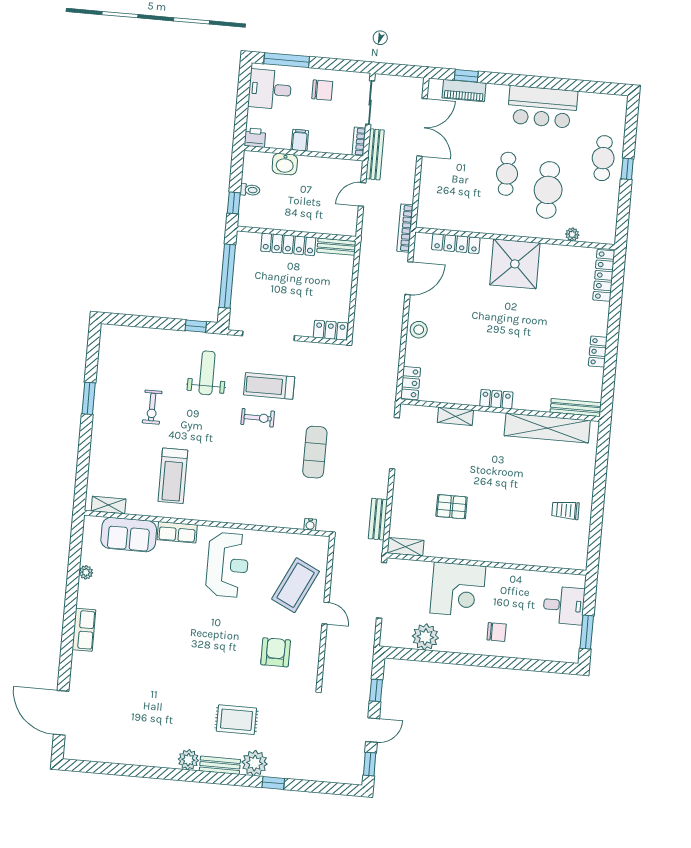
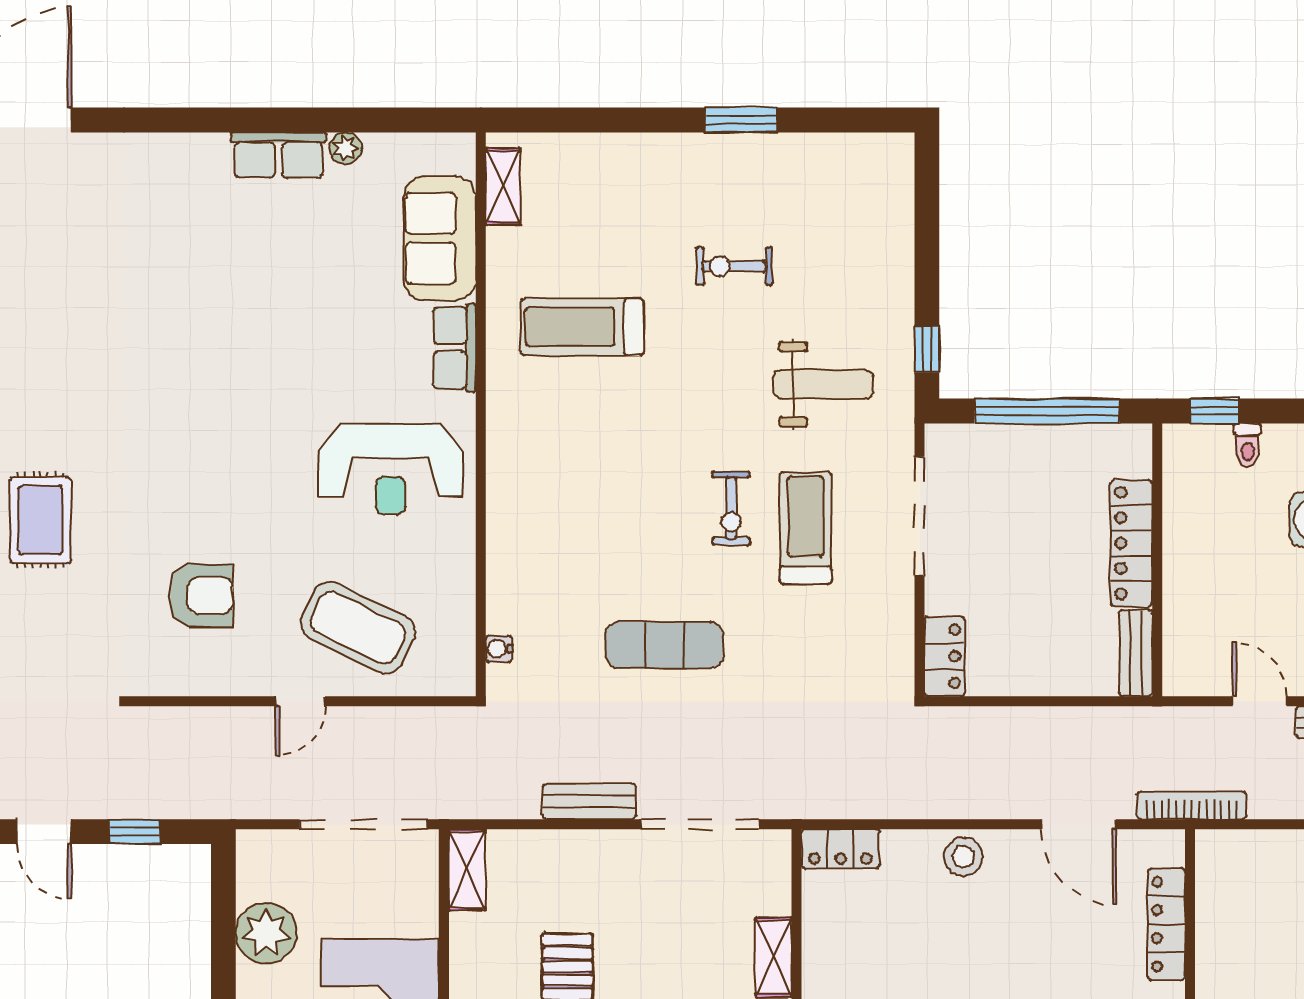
bench: (378, 519) -> (589, 801), moved
row of seats: (84, 630) -> (278, 155), moved

